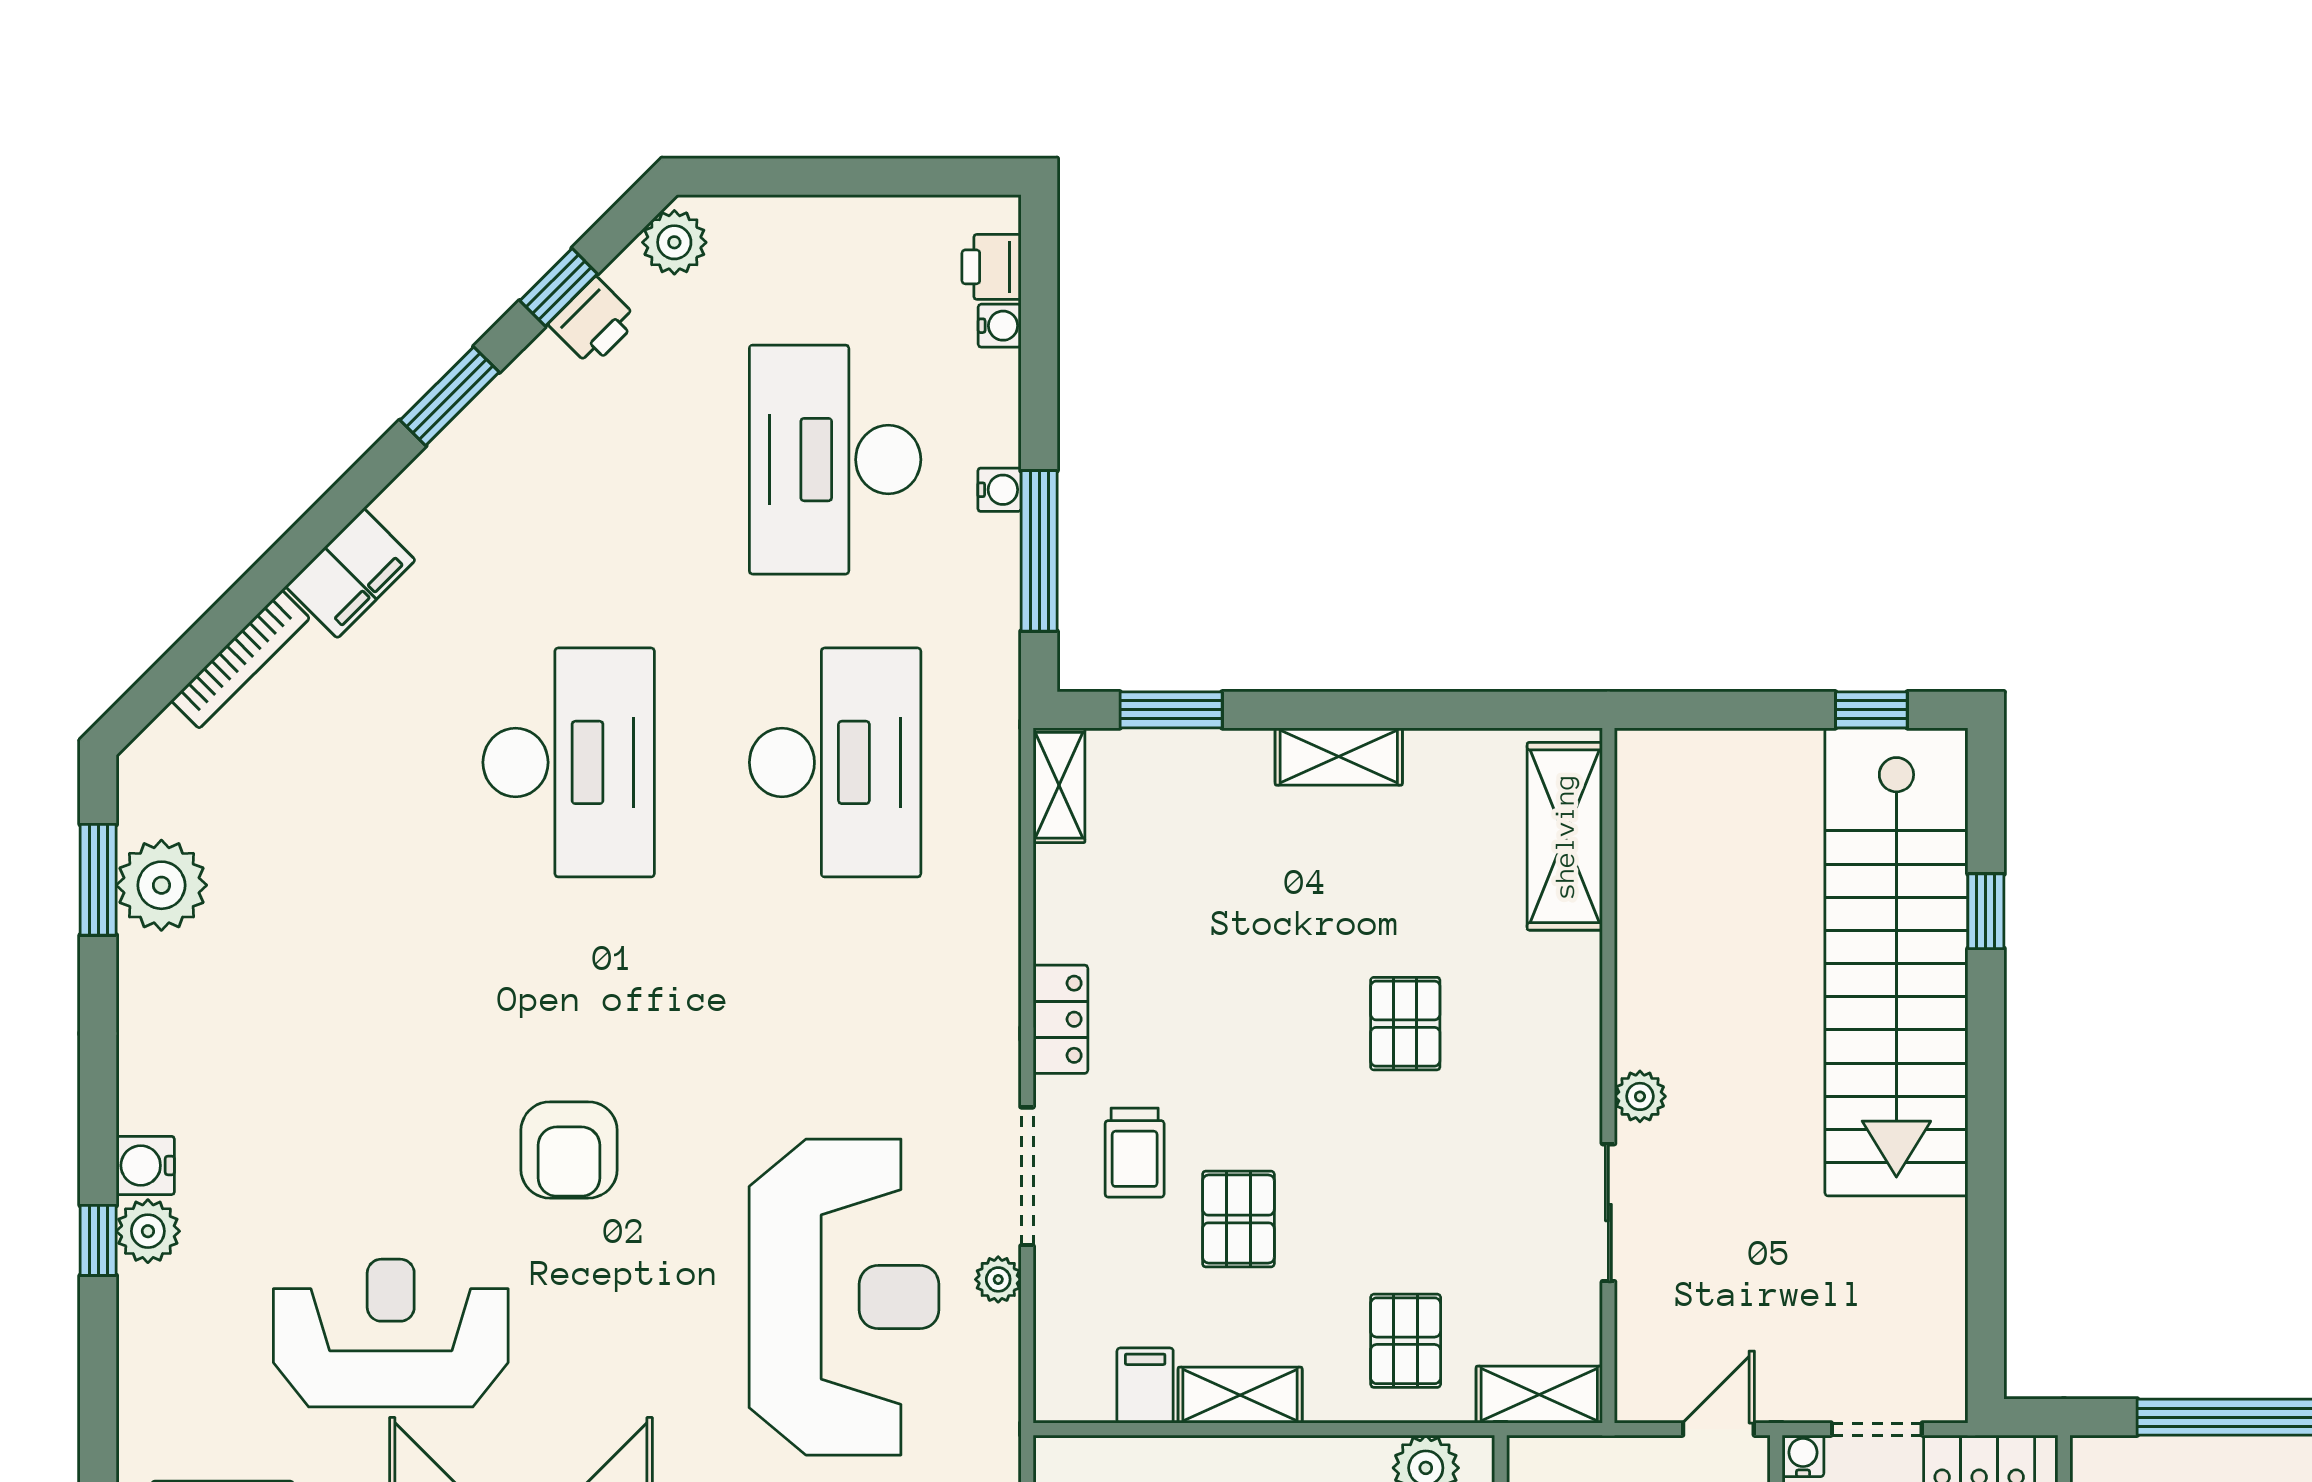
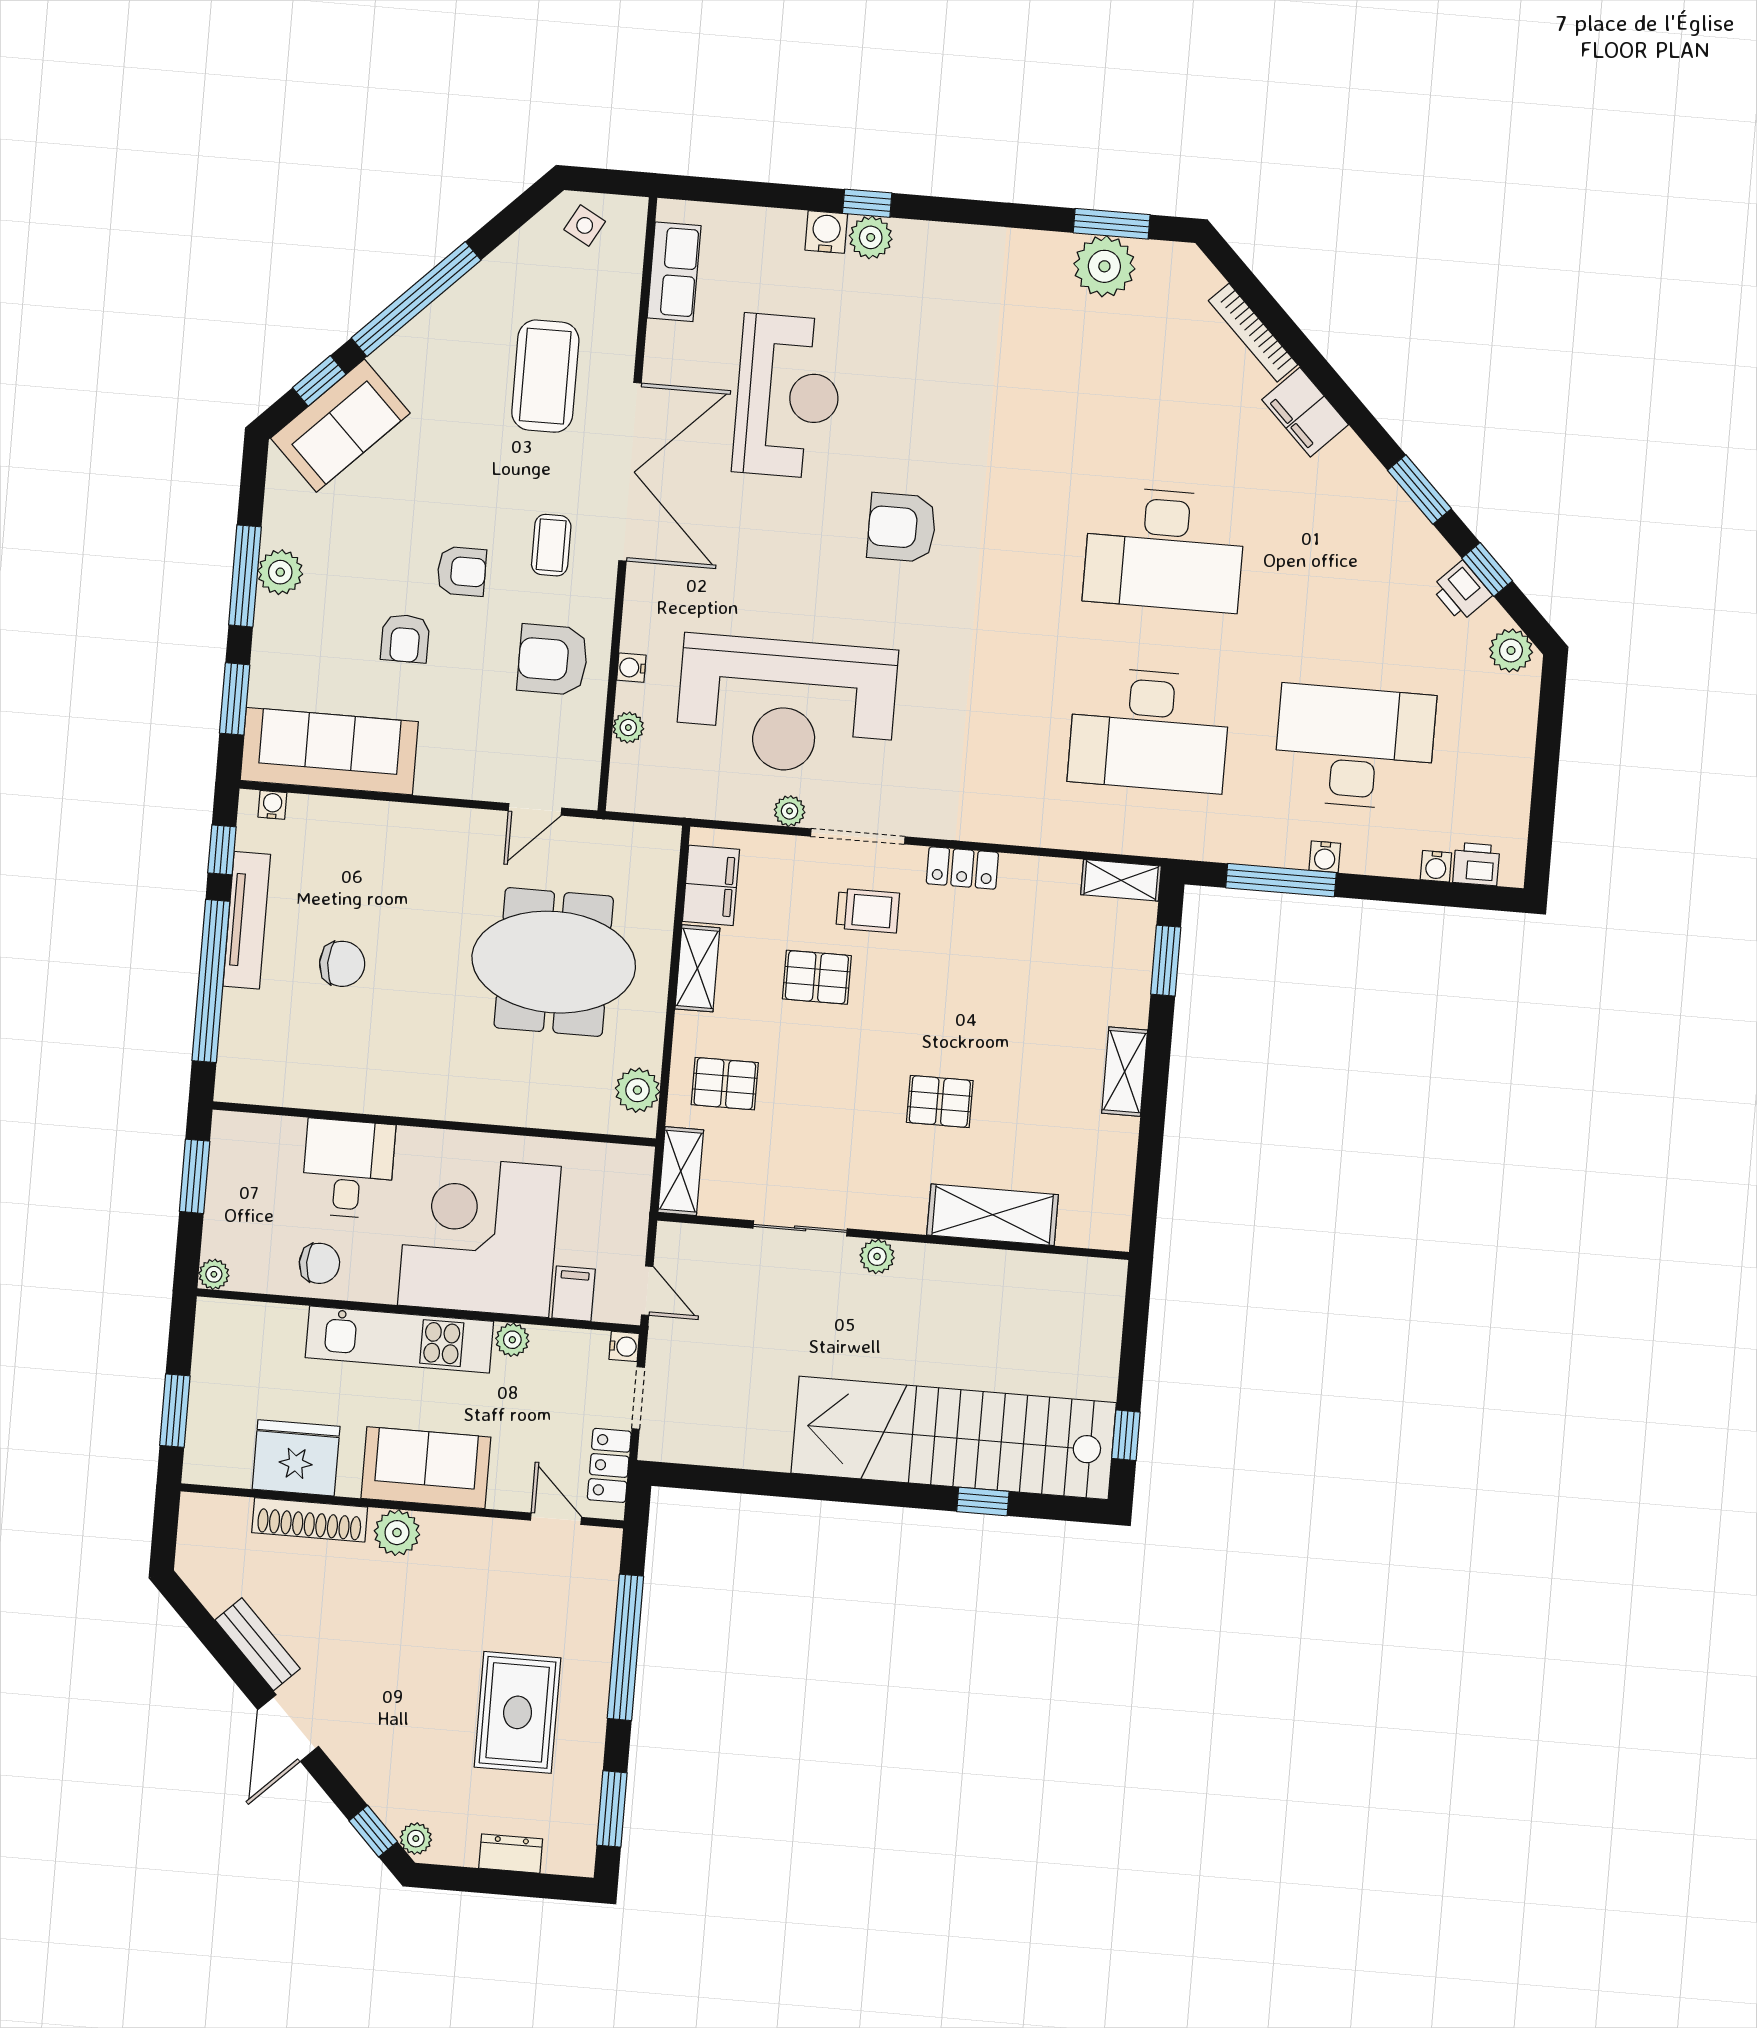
shelving: (1565, 836) -> (993, 1215), moved
trolley: (1135, 1153) -> (868, 911), turned 180
water cooler: (145, 1165) -> (826, 232), moved
filing cabinet: (1145, 1386) -> (711, 885), width x2.00

